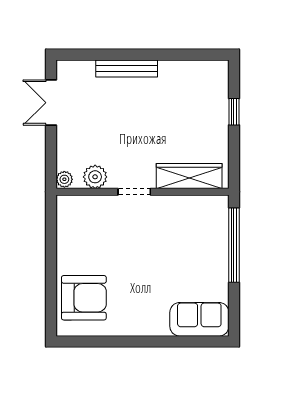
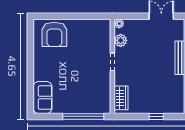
wardrobe: (189, 176) -> (121, 98), width x0.67

